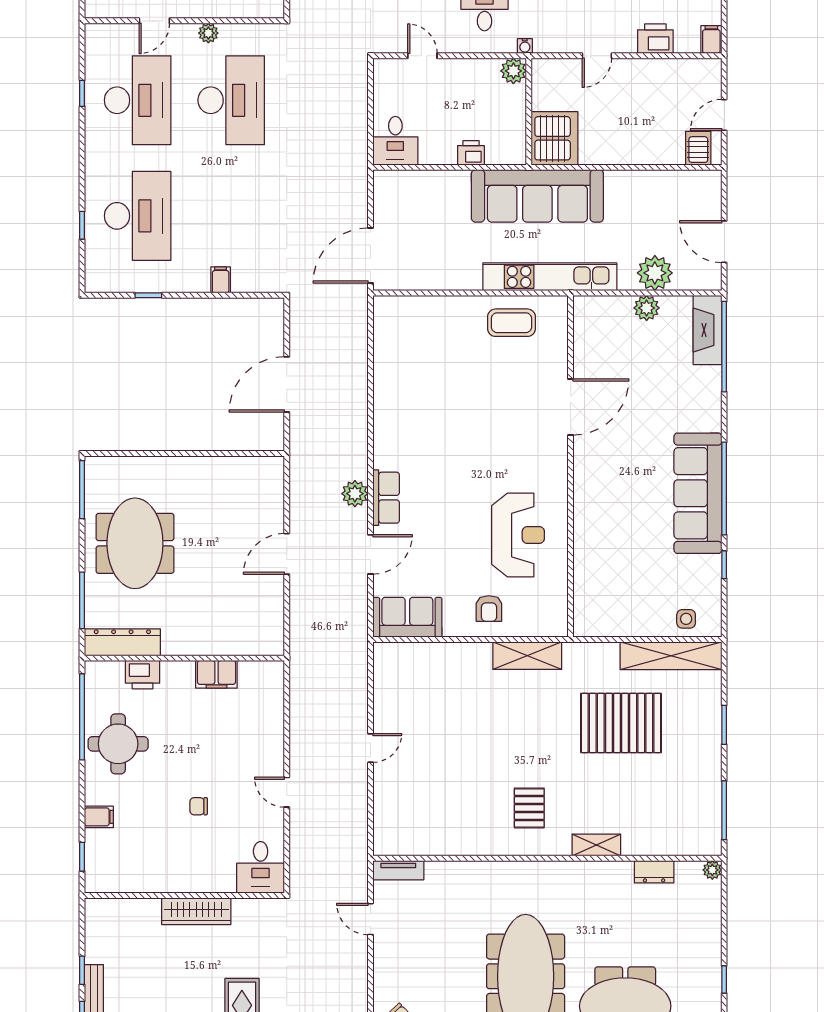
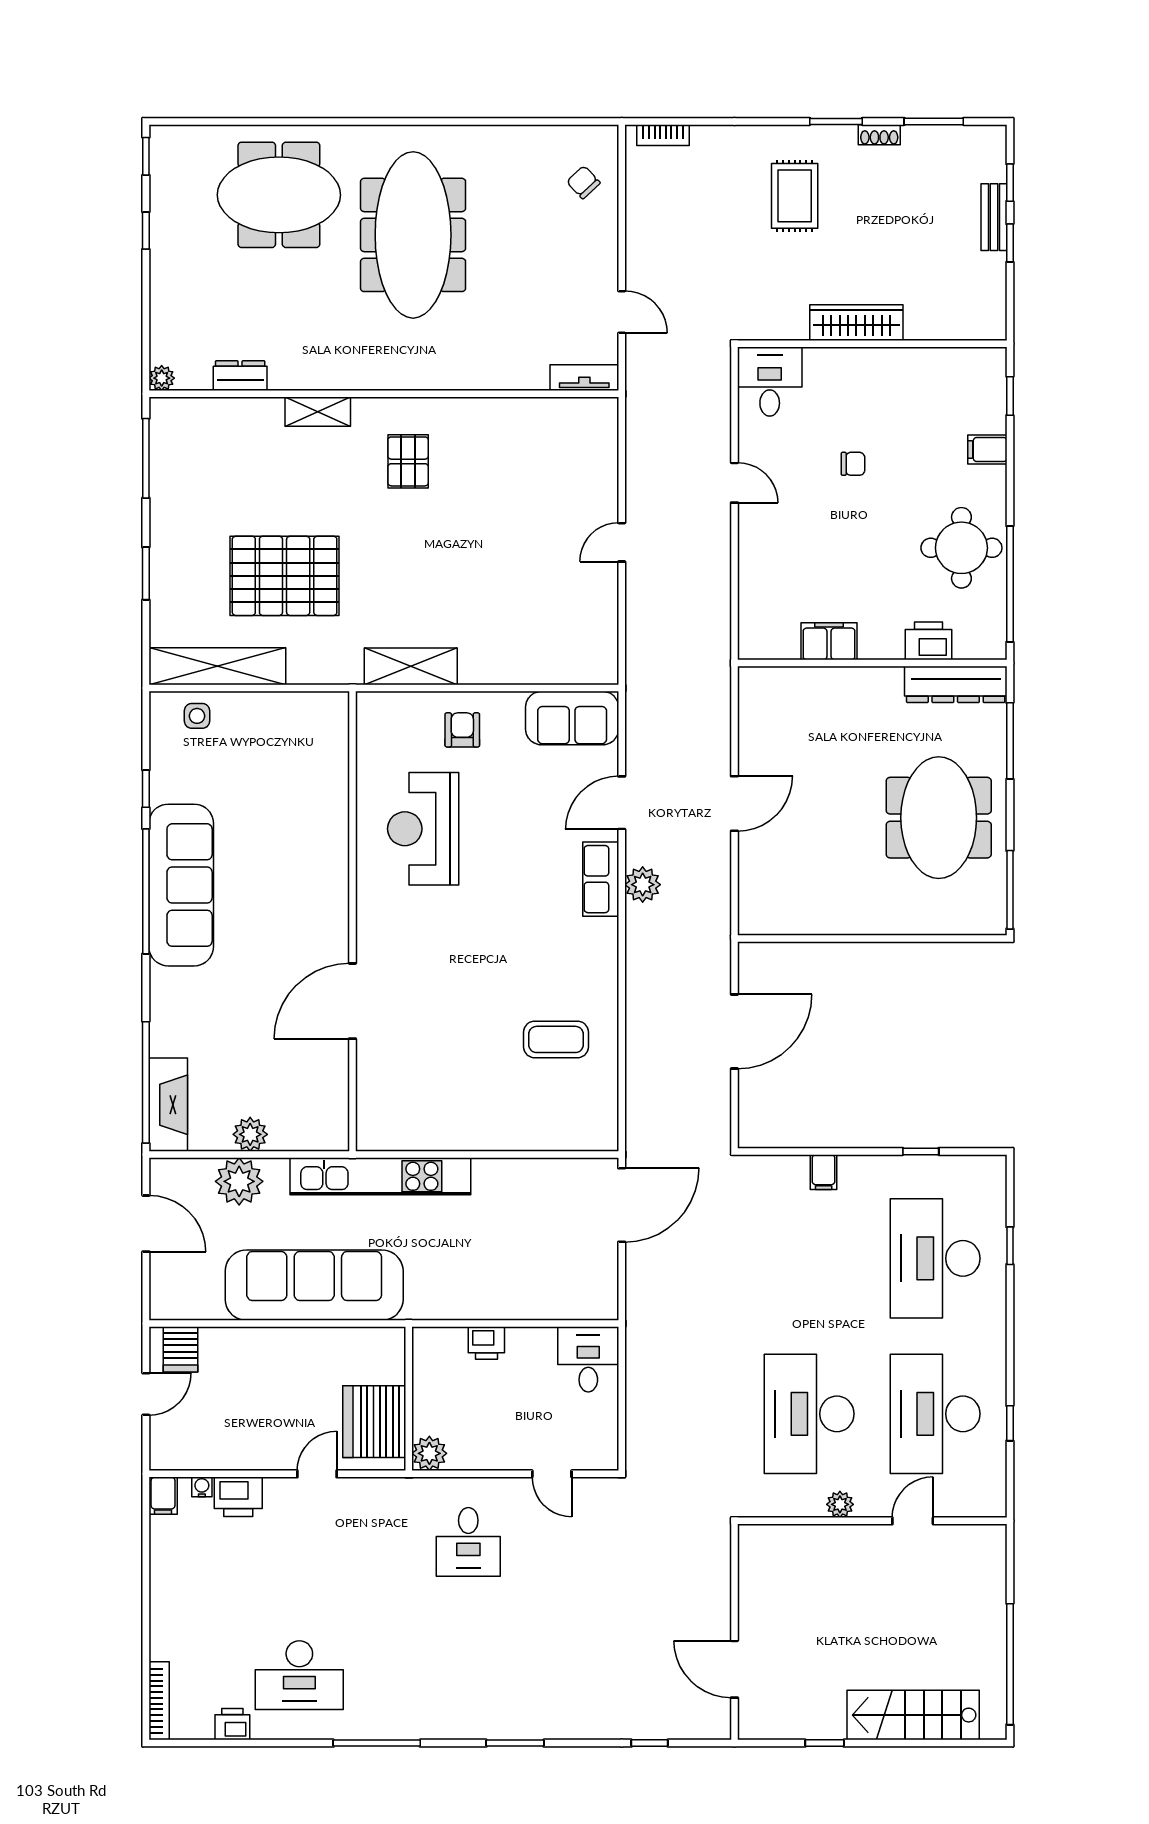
water cooler: (525, 46) -> (202, 1487), moved
server rack: (554, 138) -> (374, 1422), moved
sofa: (537, 196) -> (314, 1285), moved
coffee table: (511, 323) -> (556, 1039), moved

